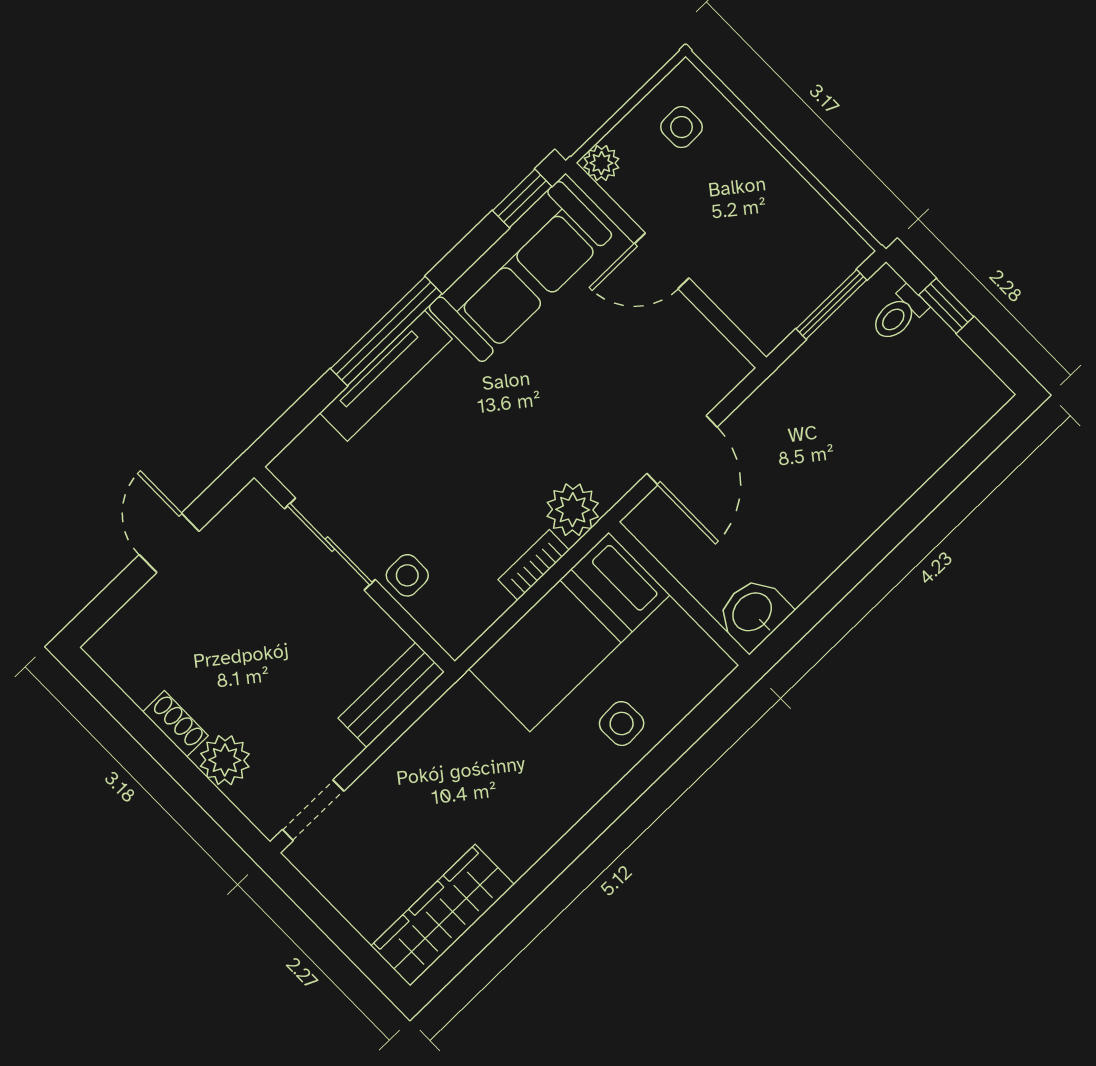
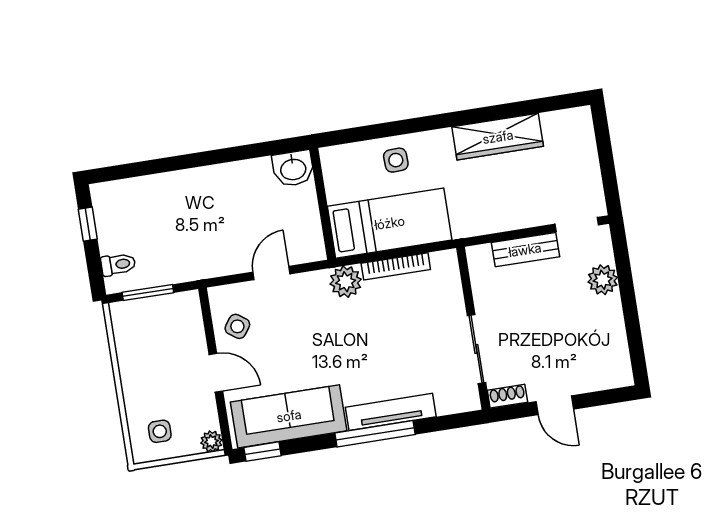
window: (946, 306) -> (88, 224), moved
door: (682, 450) -> (272, 273), width x0.73
door: (169, 543) -> (555, 405), hinge flipped
bookcase: (534, 565) -> (396, 266), width x1.56
side table: (407, 575) -> (237, 326), moved, turned 36
bench: (391, 695) -> (525, 250), moved
shoe rack: (175, 724) -> (507, 396), moved, turned 90
wardrobe: (443, 915) -> (498, 137), moved

